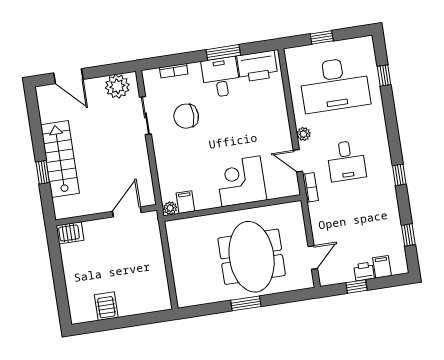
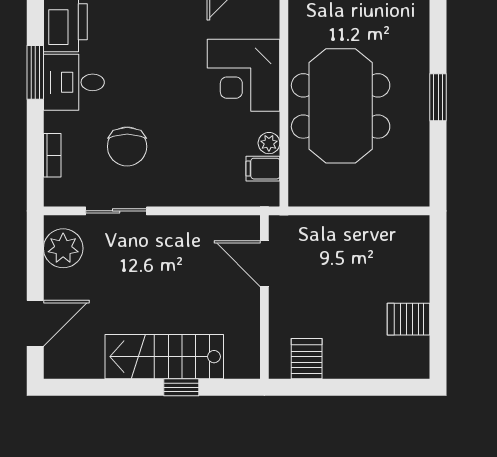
plant: (170, 208) -> (269, 143), moved
server rack: (70, 233) -> (307, 359), moved
meeting table: (252, 257) -> (341, 106), moved, turned 90

